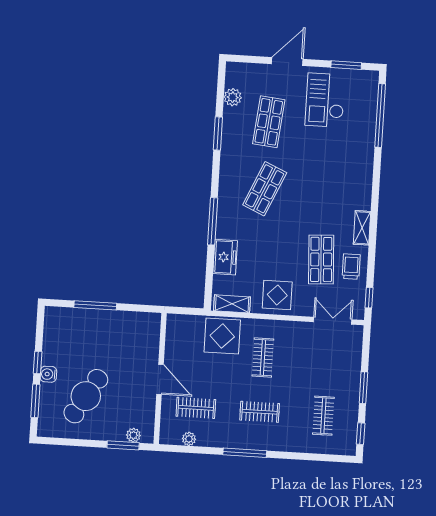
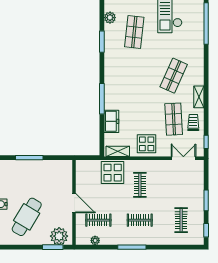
shop shelf: (265, 189) -> (174, 76), moved
plant: (133, 435) -> (59, 236), width x1.88, depth x1.88

